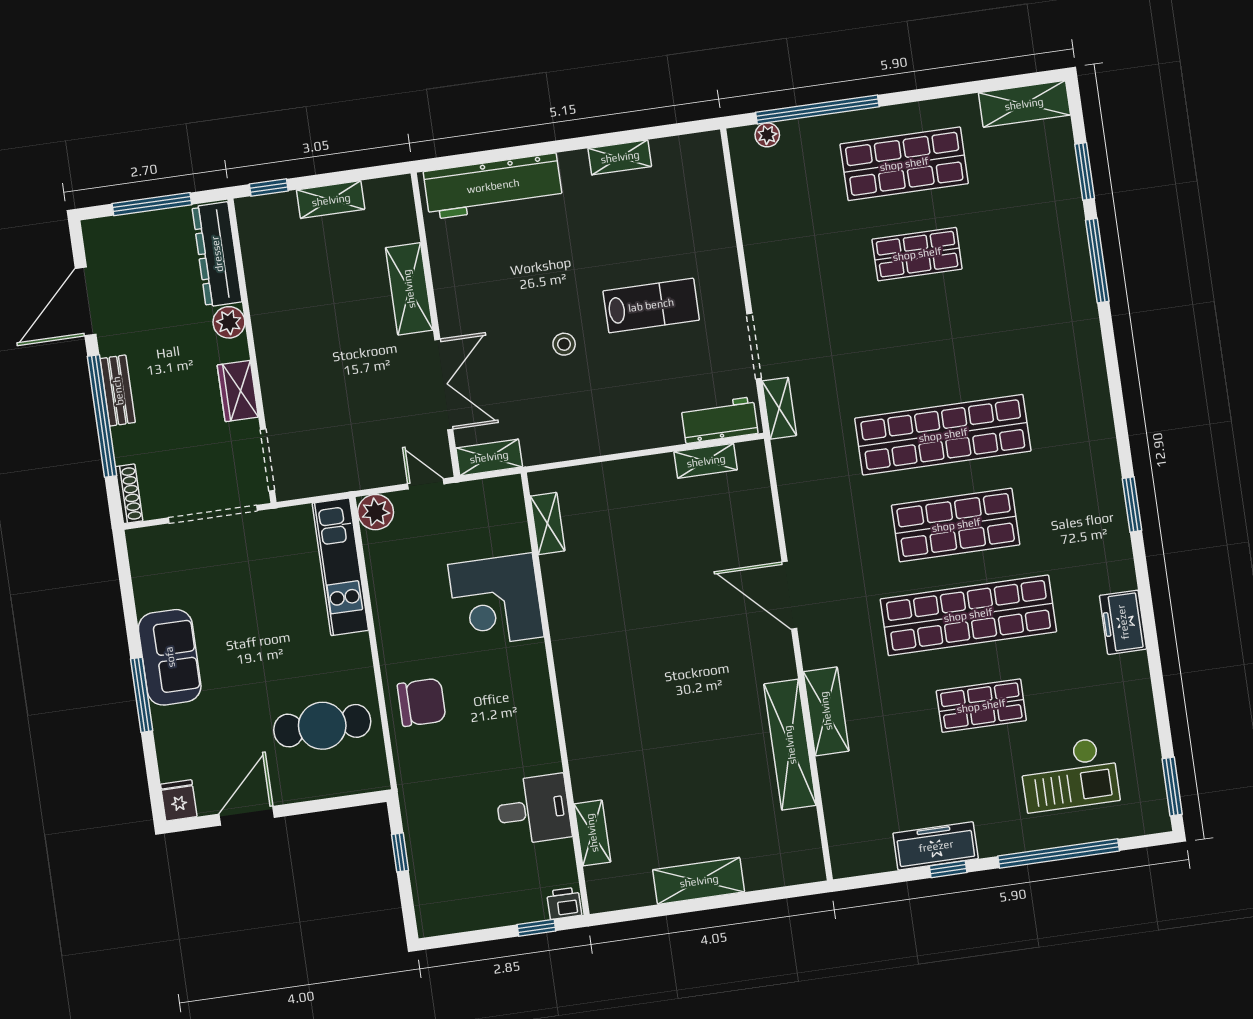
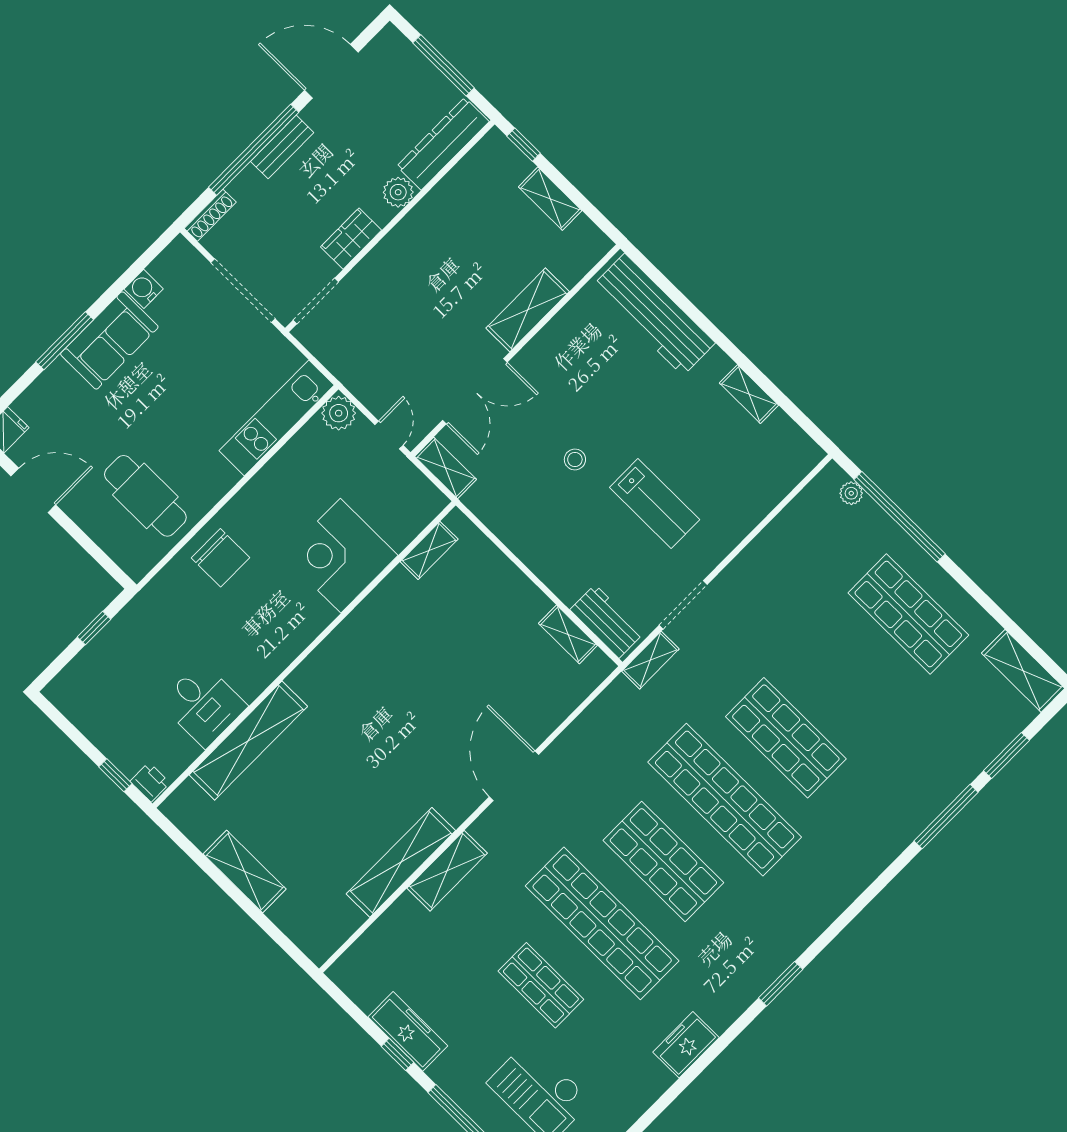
shop shelf: (917, 254) -> (786, 738), moved, width x1.43, depth x1.36
water cooler: (148, 596) -> (144, 289), added
shelving: (592, 833) -> (248, 741), width x2.20, depth x1.33

